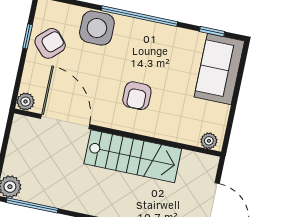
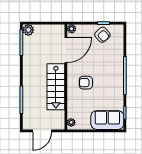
side table: (97, 28) -> (115, 56), removed

